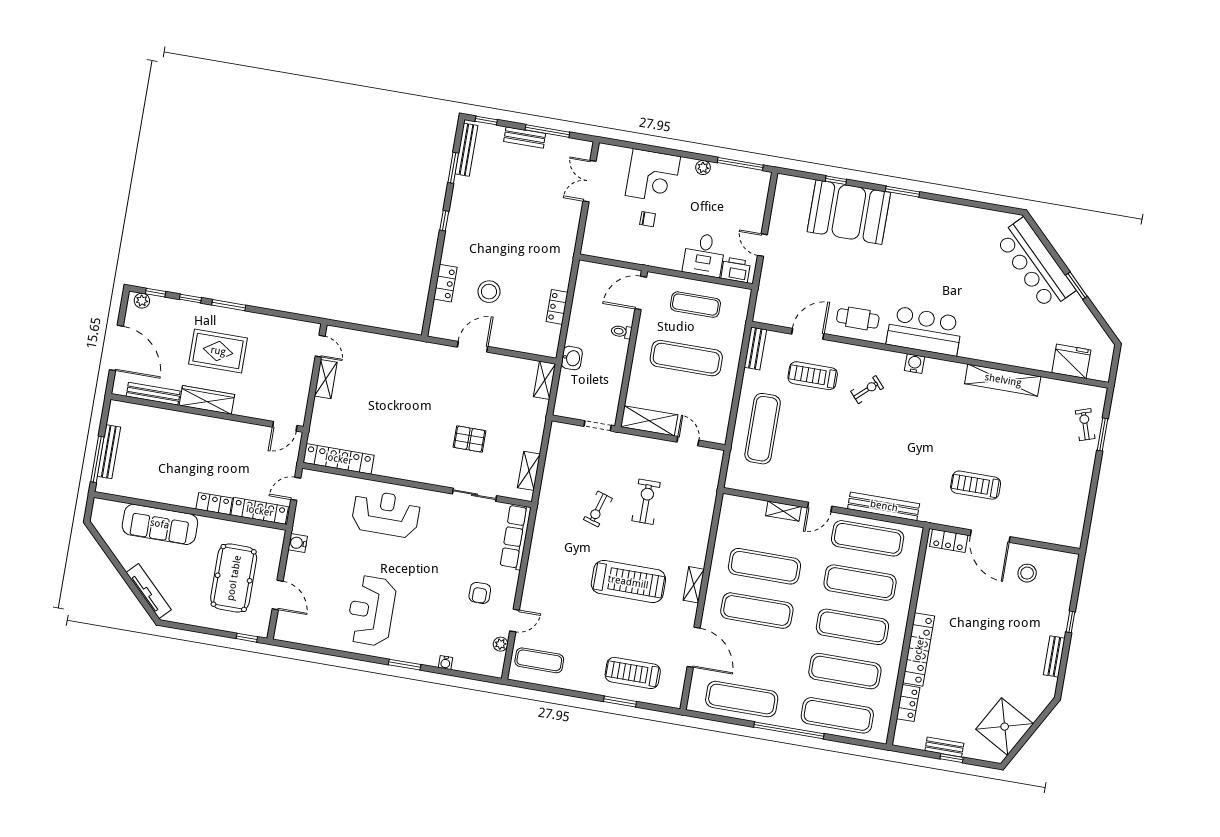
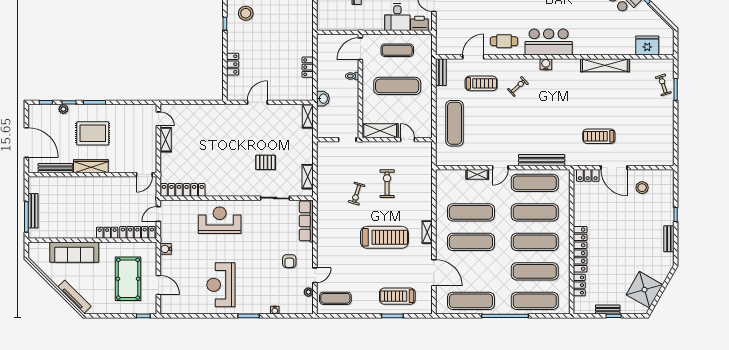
stool: (489, 292) -> (246, 13), moved
plant: (142, 301) -> (63, 109), moved
treadmill: (813, 376) -> (481, 83), turned 180

